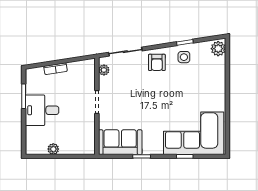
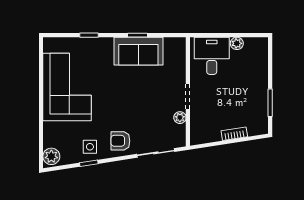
armchair: (157, 62) -> (120, 141), turned -90
plant: (104, 70) -> (180, 118), moved
desk: (42, 110) -> (212, 56), moved, turned -90
corner sofa: (194, 133) -> (67, 87), moved, turned -90
sofa: (120, 142) -> (138, 51), moved

